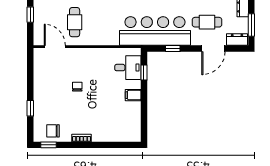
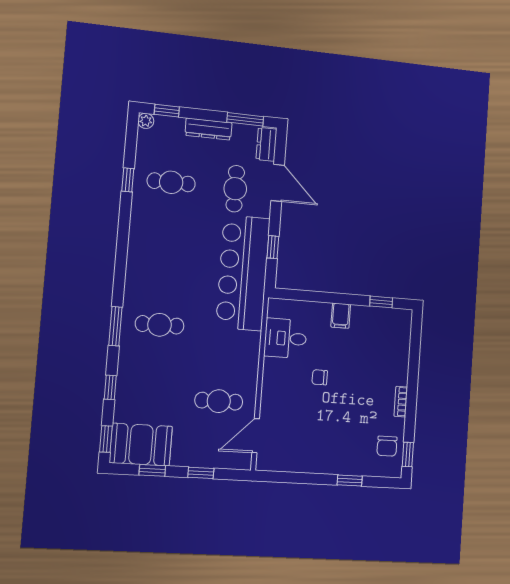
desk: (128, 68) -> (286, 338), moved, turned -90
window: (144, 73) -> (381, 302), moved
chair: (77, 87) -> (320, 377), moved

